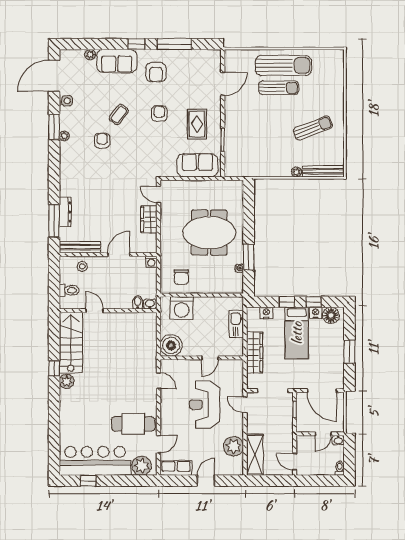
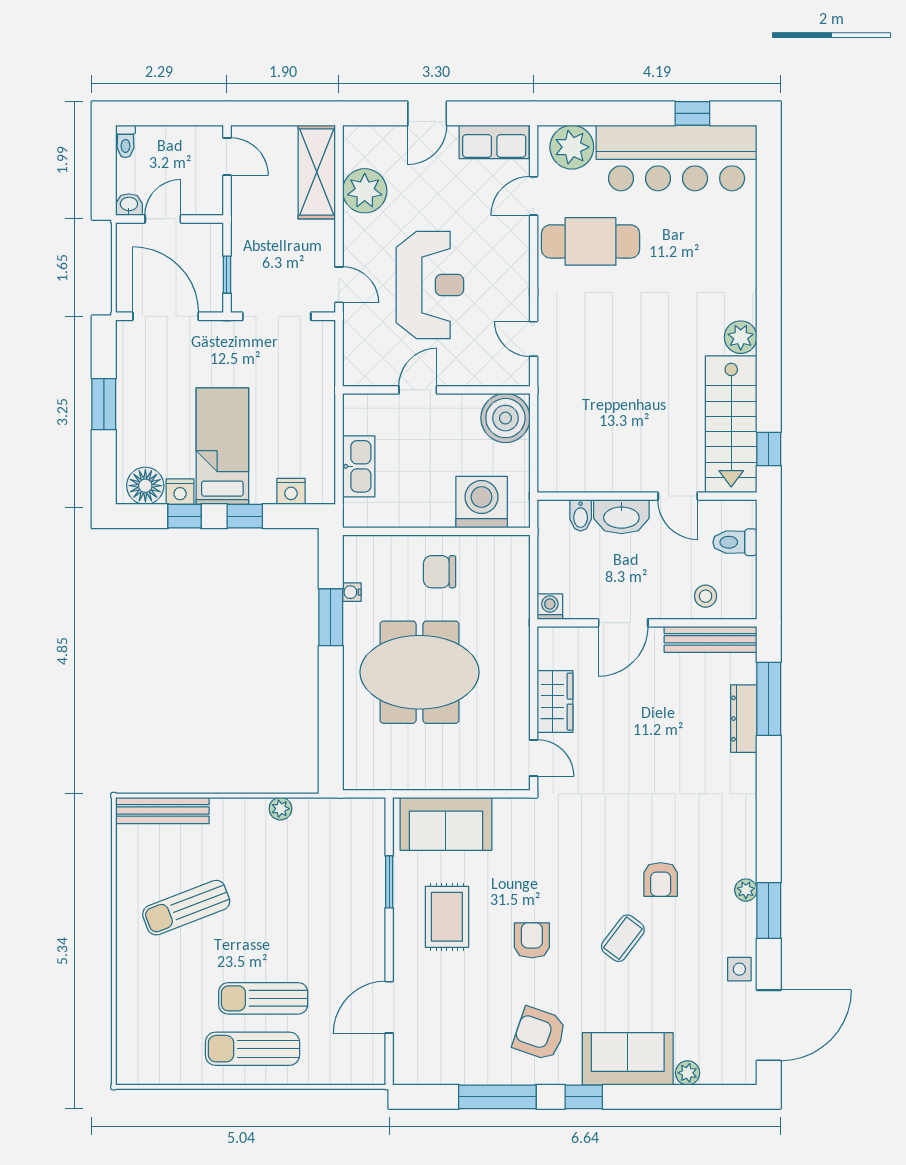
sun lounger: (283, 65) -> (253, 1049), width x0.73, depth x0.75
armchair: (156, 72) -> (539, 1034), turned -71
armchair: (159, 114) -> (532, 940), turned 180
plant: (297, 172) -> (280, 809), moved
chair: (181, 277) -> (440, 572), moved, turned -90
washbasin: (150, 304) -> (621, 517), moved, width x1.91, depth x1.45
wardrobe: (255, 353) -> (317, 402), removed
window: (54, 368) -> (769, 449), moved

